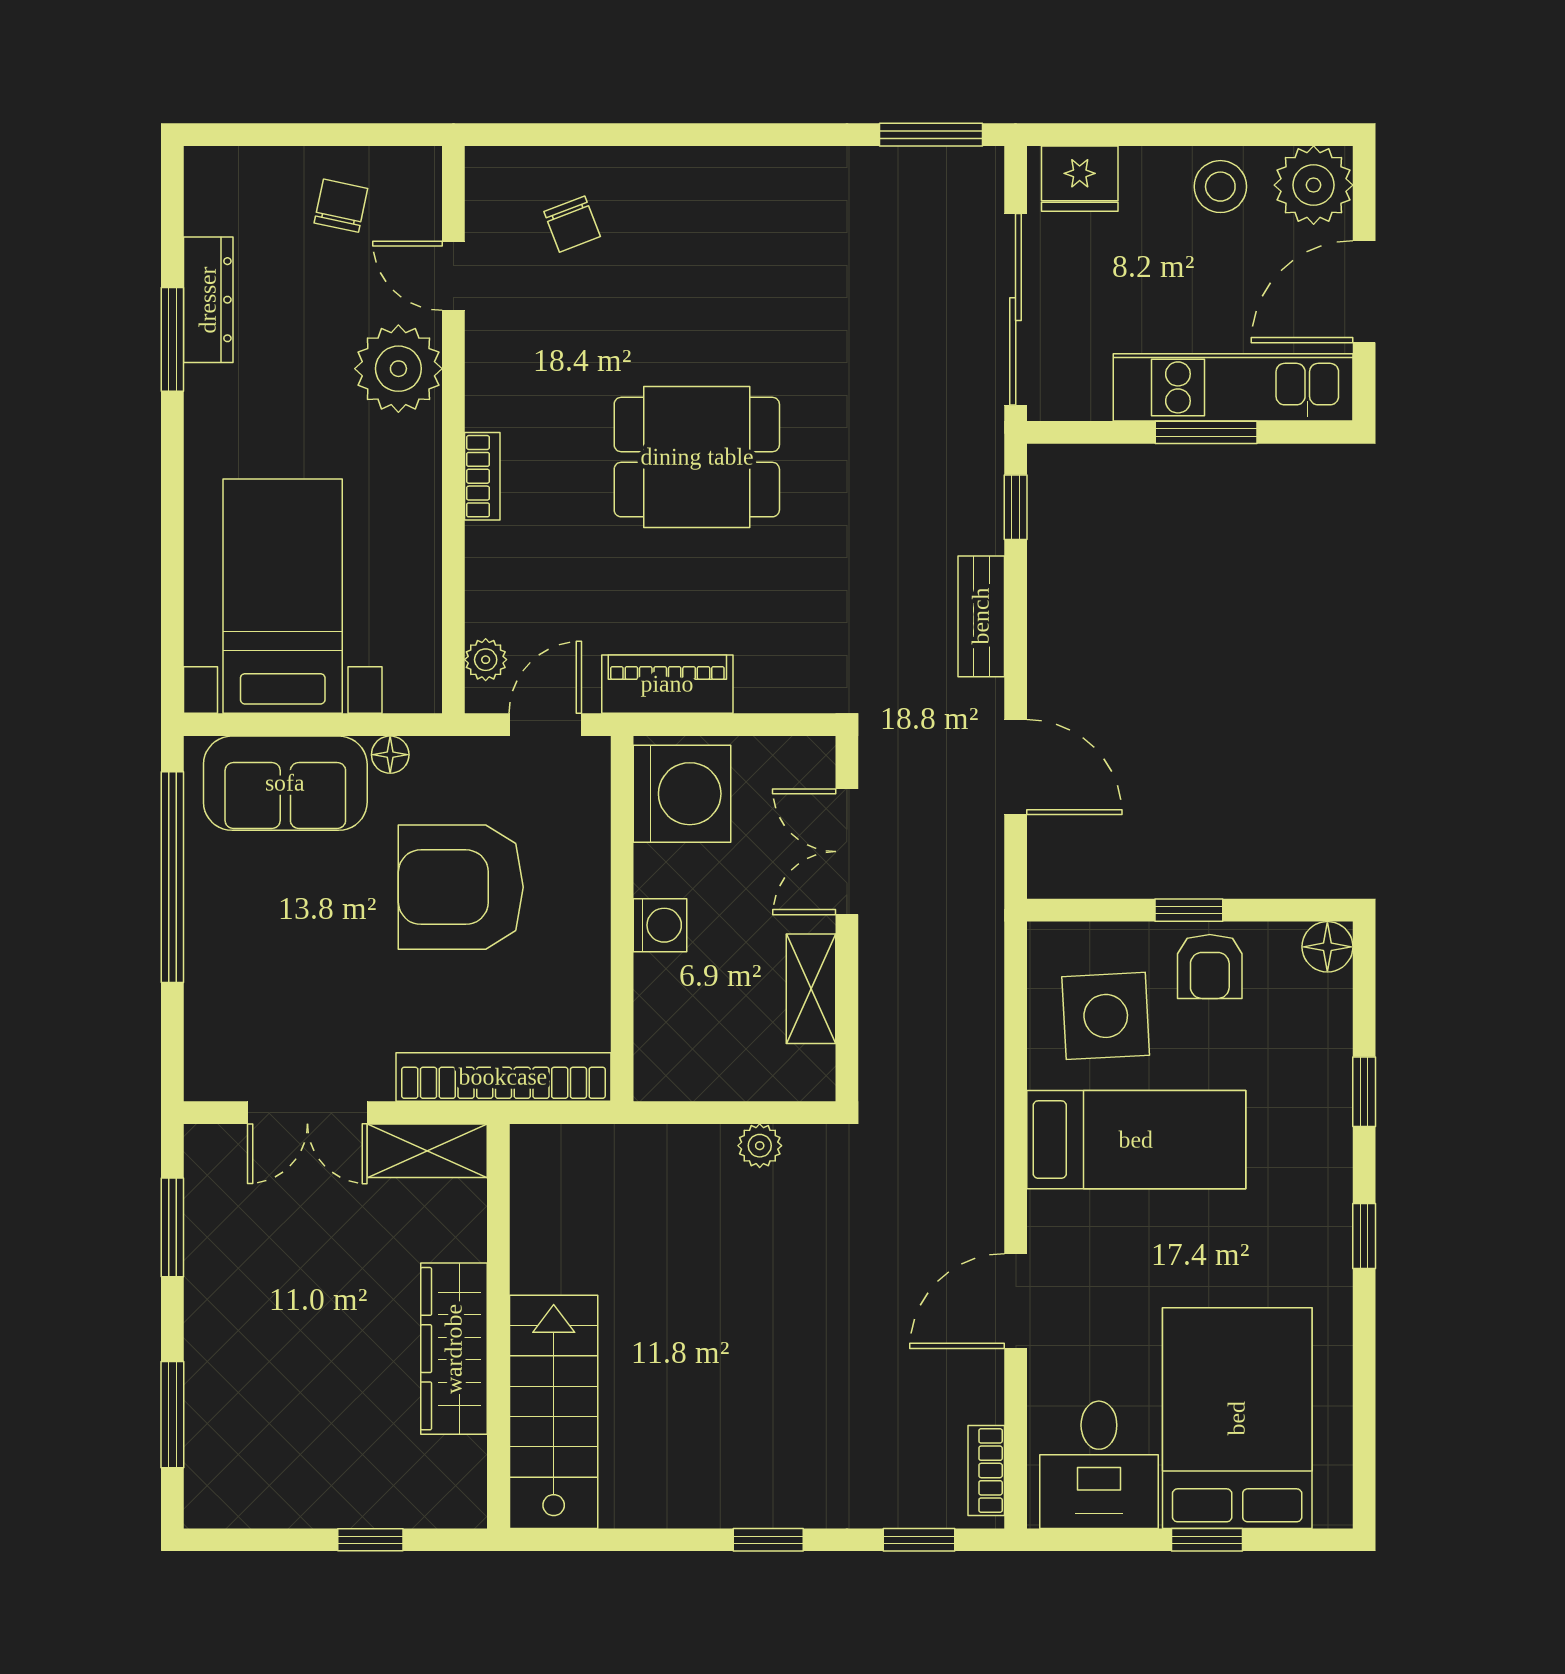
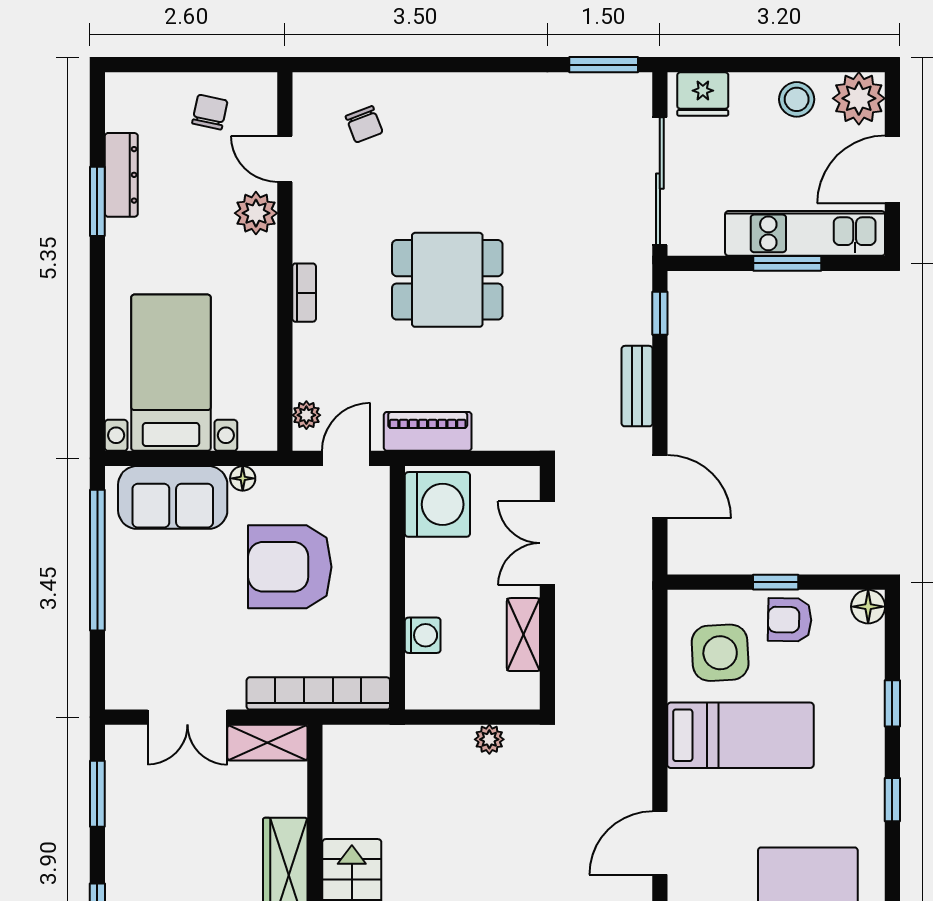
plant: (398, 369) -> (256, 213), width x0.73, depth x0.73
washing machine: (660, 925) -> (423, 635), moved
armchair: (1210, 966) -> (790, 620), turned 91

